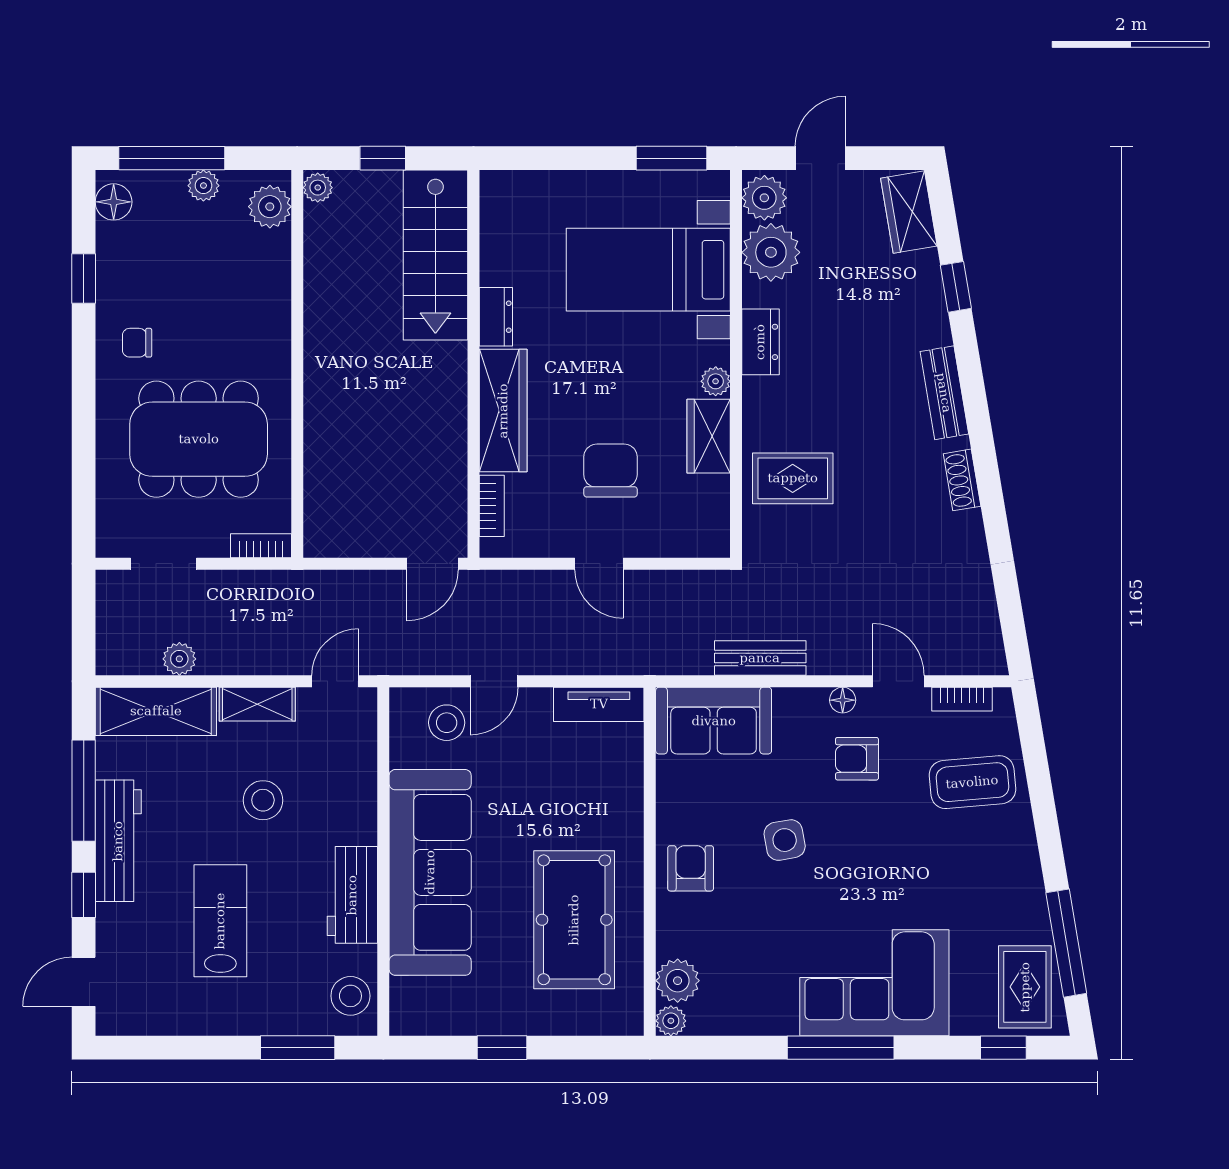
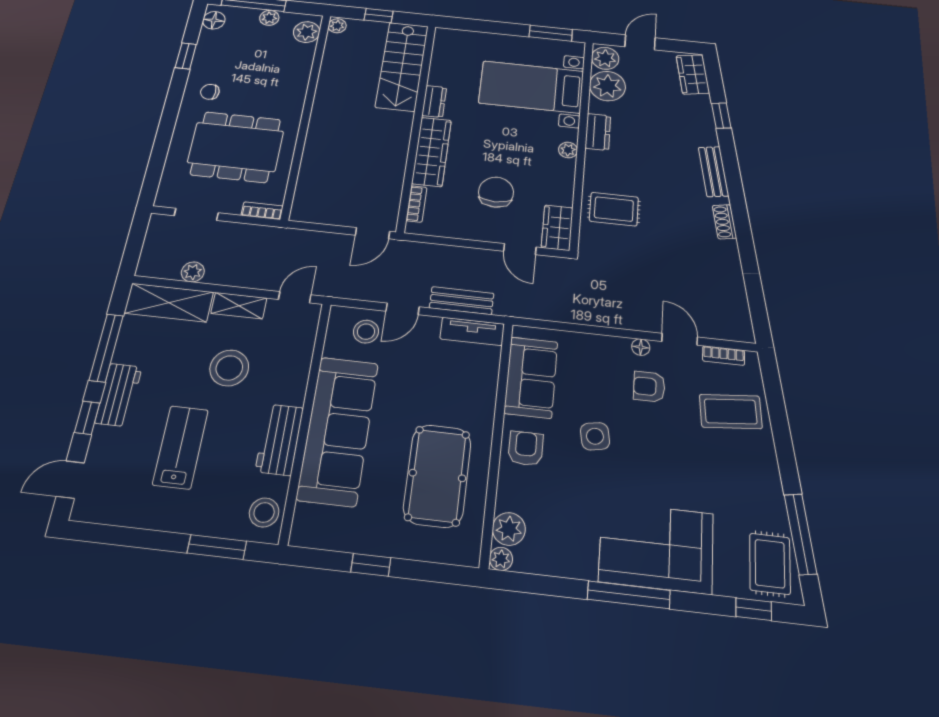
wardrobe: (709, 436) -> (557, 228), moved
door: (599, 564) -> (520, 249), moved
bench: (760, 658) -> (462, 301), moved
sofa: (714, 721) -> (531, 377), moved, turned -90
stool: (263, 800) -> (229, 368), width x1.38, depth x1.38
workbench: (118, 841) -> (118, 395), width x0.73

